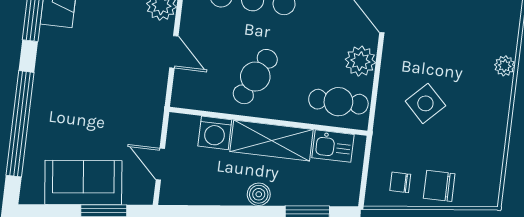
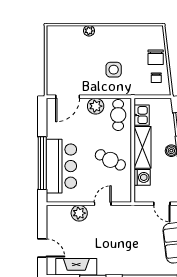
side table: (425, 103) -> (114, 70), turned 45
door: (160, 164) -> (162, 204), hinge flipped

